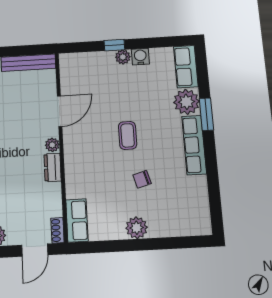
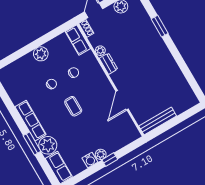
plant: (52, 145) -> (100, 51), moved
chair: (105, 179) -> (74, 73), added

